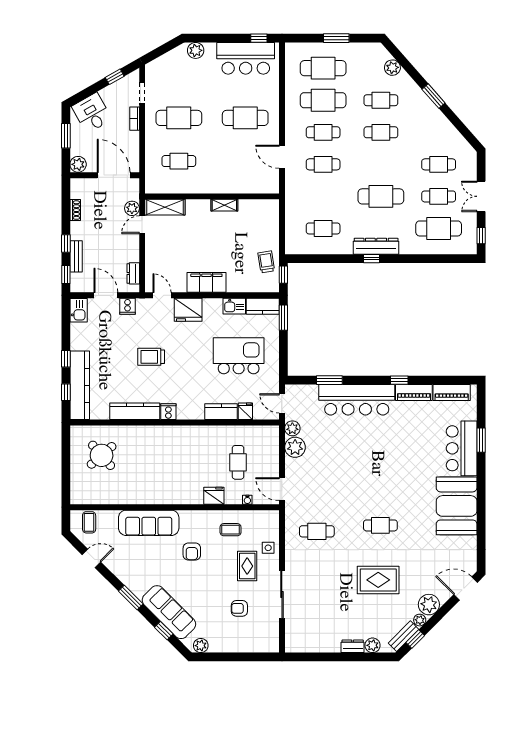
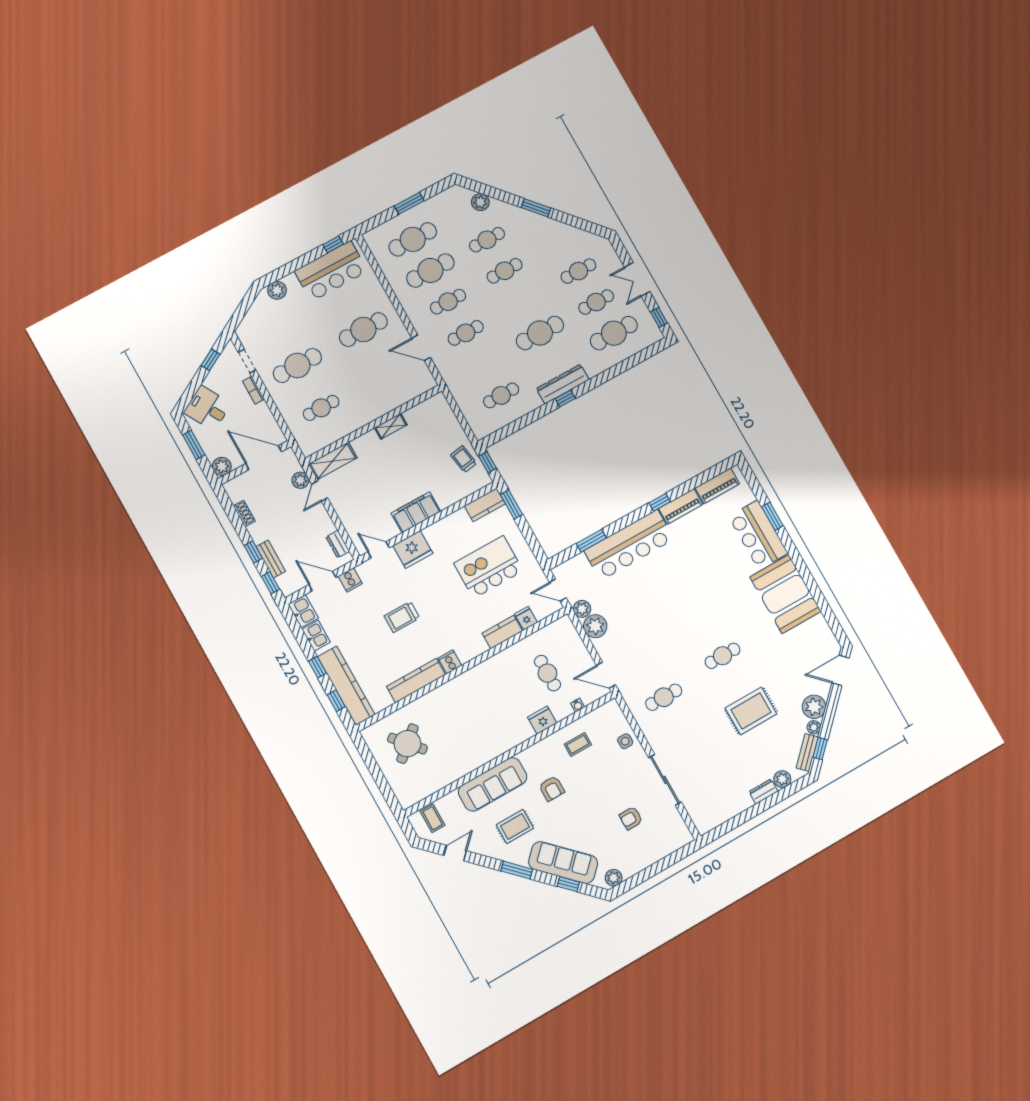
kitchen sink: (234, 306) -> (316, 636), moved, turned -90
rug: (247, 566) -> (515, 827), moved, turned 90

